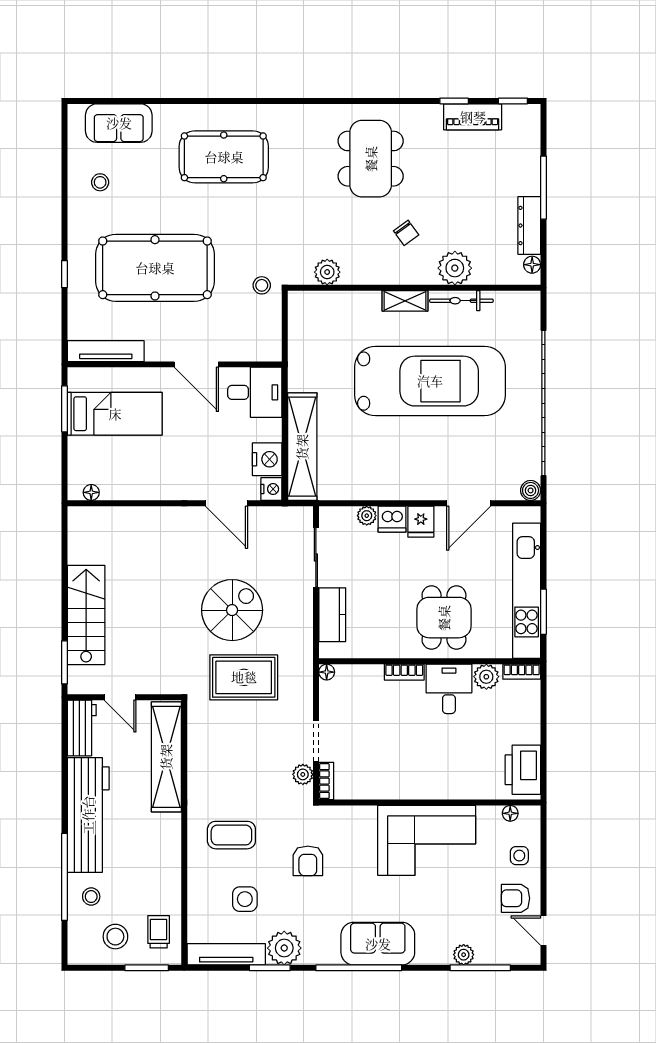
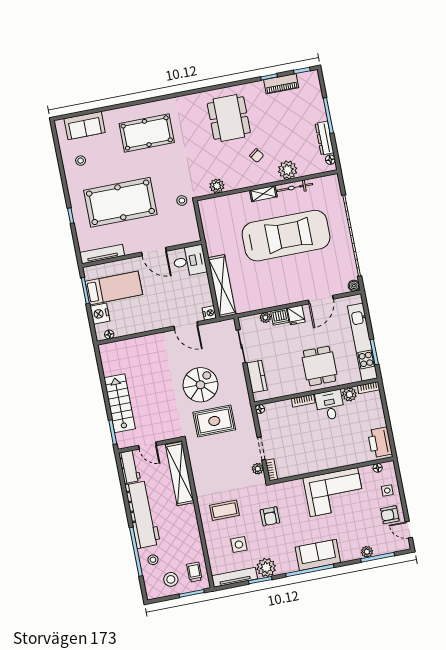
nightstand: (267, 459) -> (100, 314), moved, turned 180

